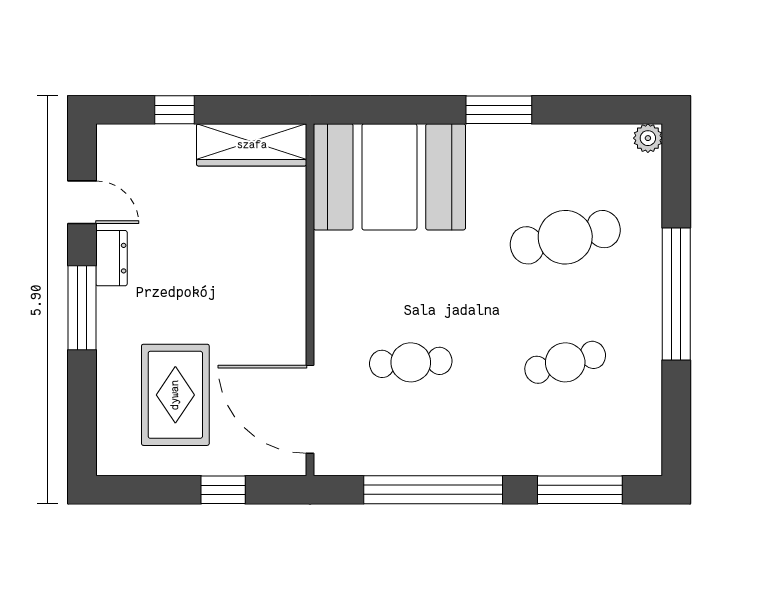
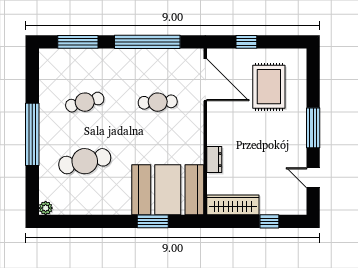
window: (499, 110) -> (153, 221), moved
dresser: (111, 258) -> (214, 160), moved, turned 180

